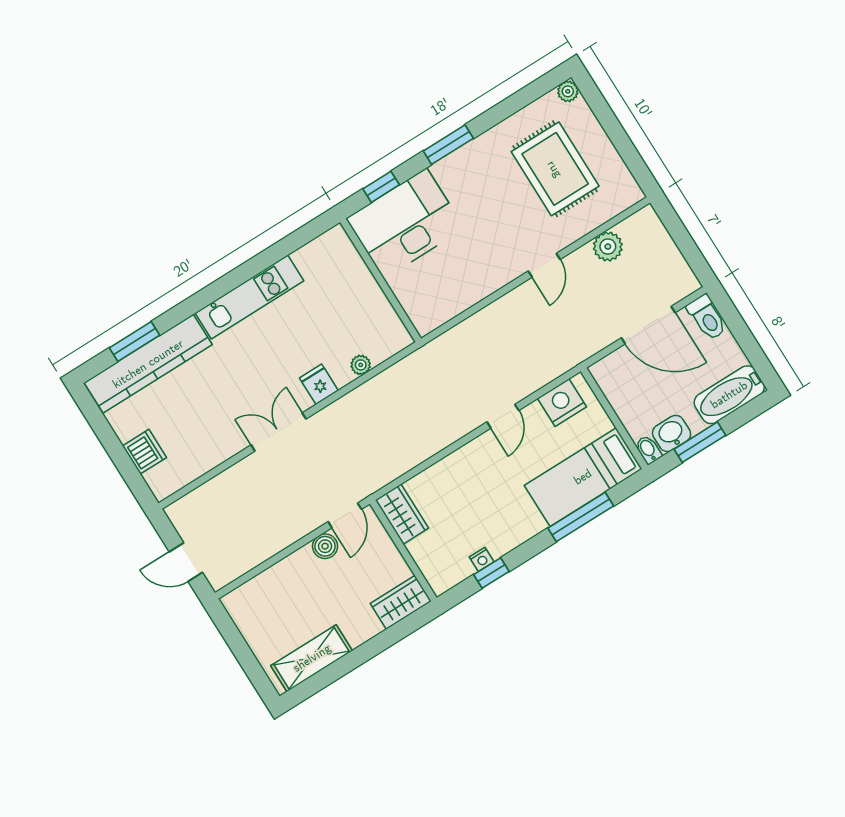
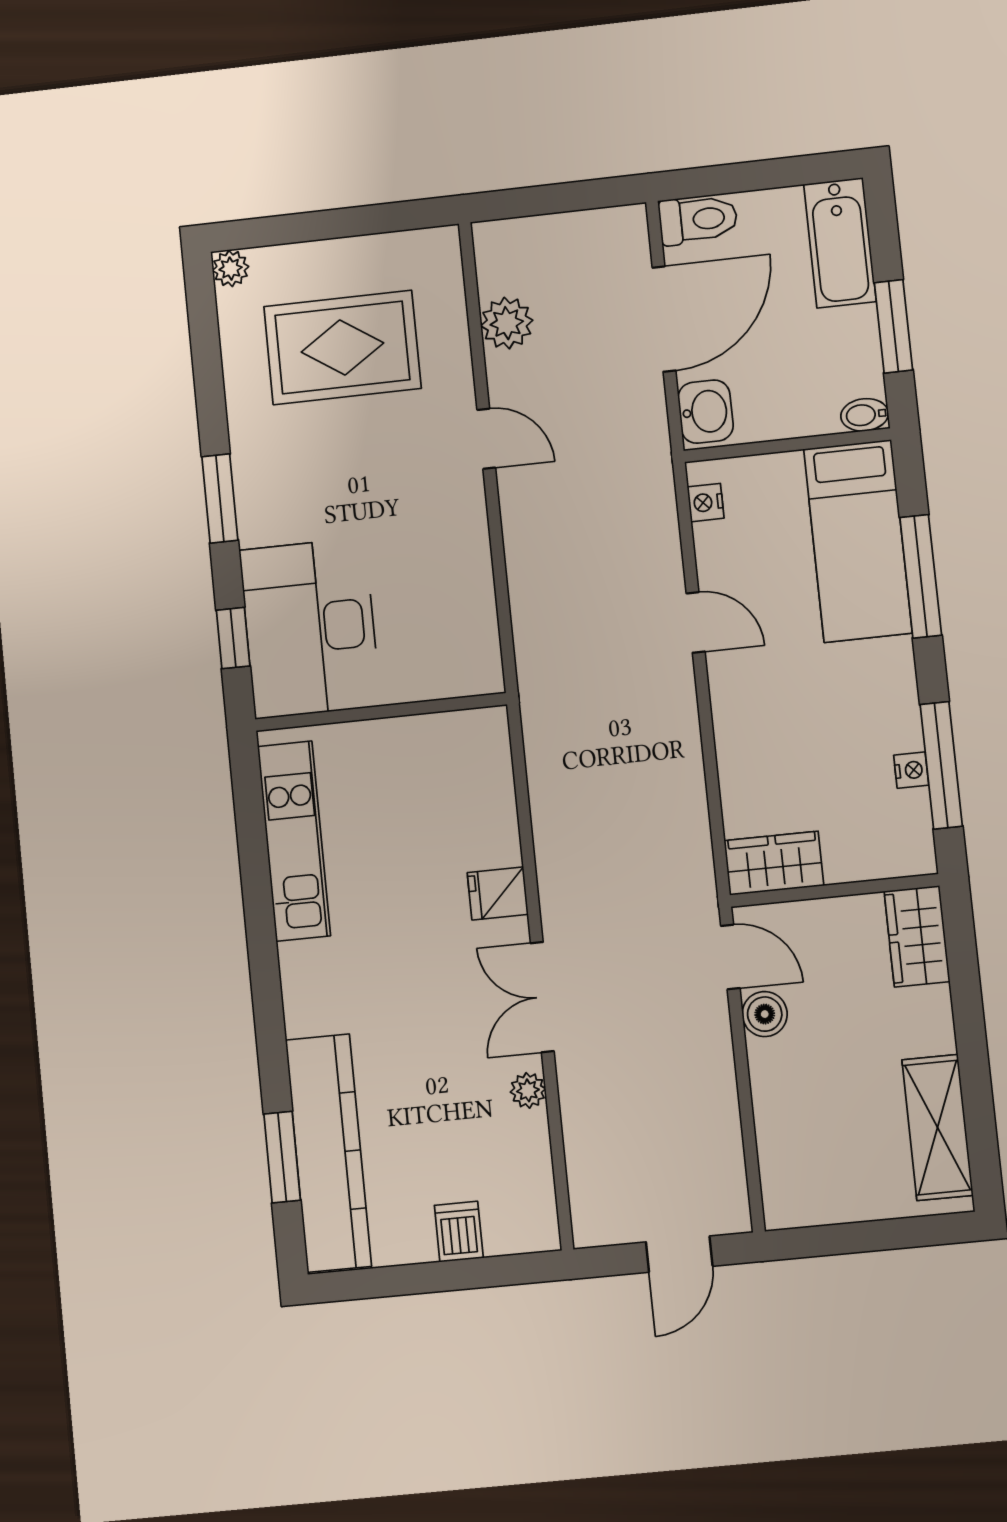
kitchen unit: (249, 297) -> (294, 841), moved
plant: (361, 365) -> (528, 1090), moved
nightstand: (562, 403) -> (706, 503), width x0.53, depth x0.56
washbasin: (672, 433) -> (706, 412), moved, turned 180
dishwasher: (144, 452) -> (459, 1232), width x0.73
window: (491, 573) -> (941, 765), width x2.17

